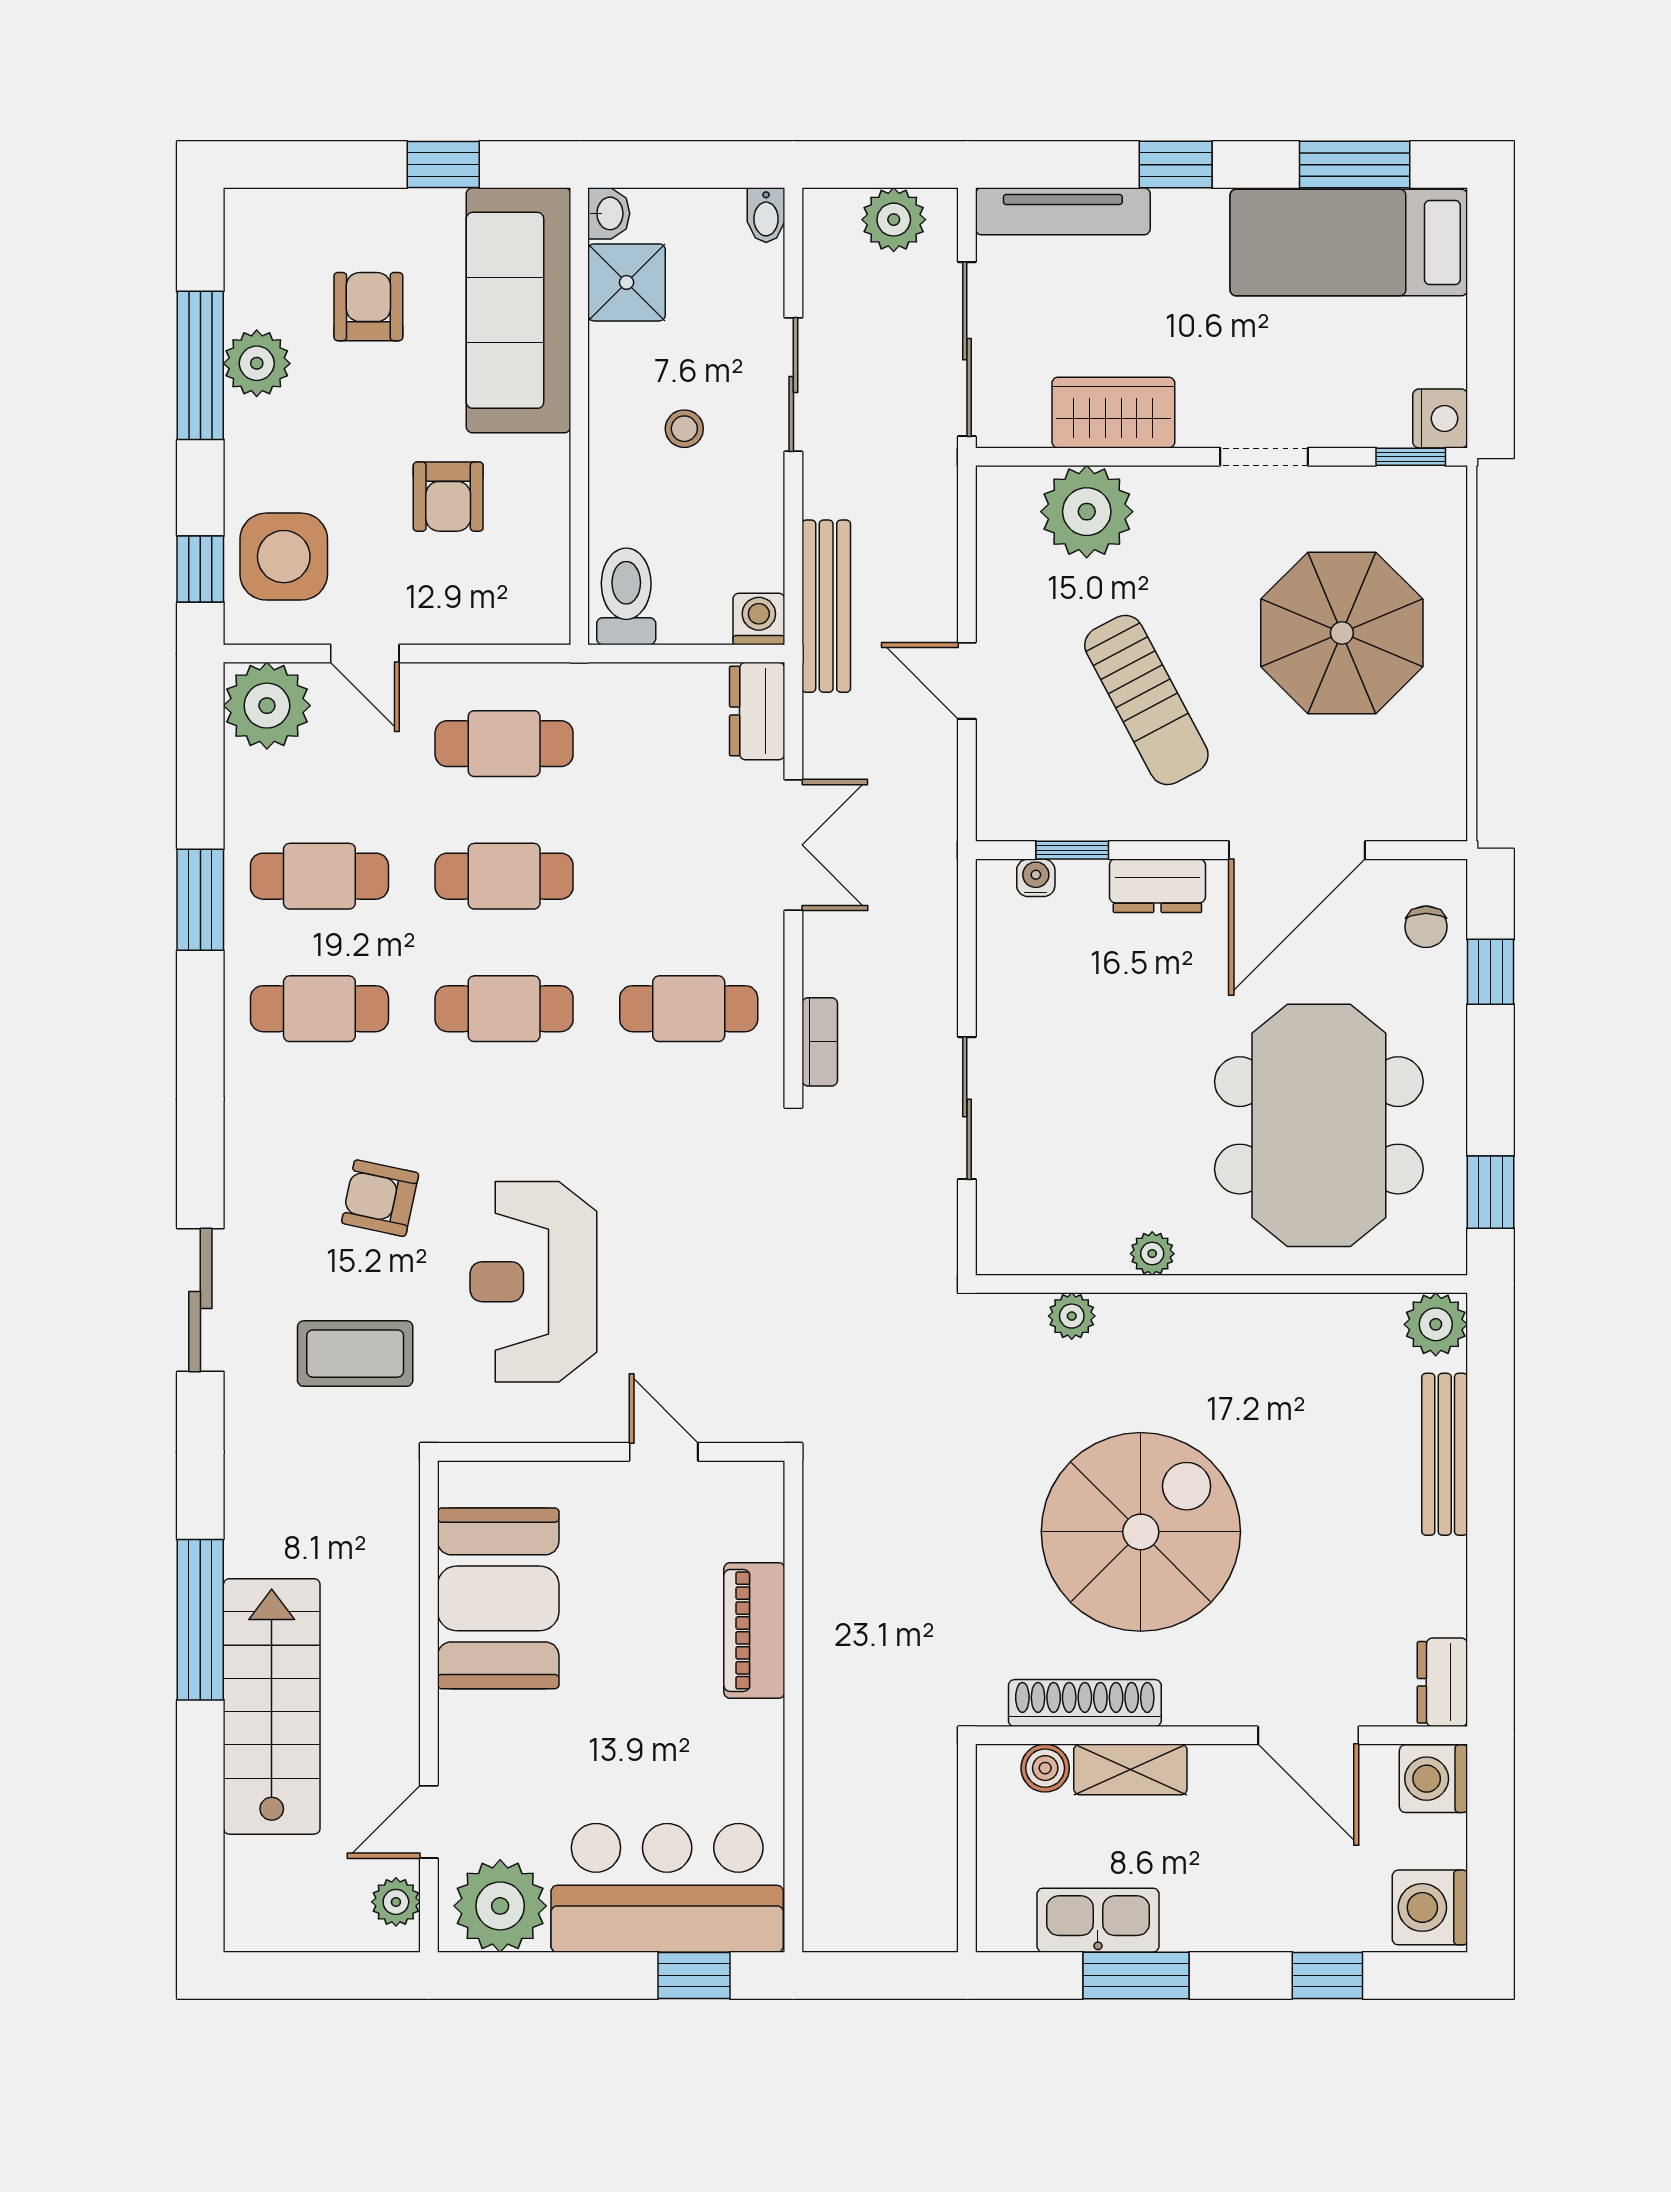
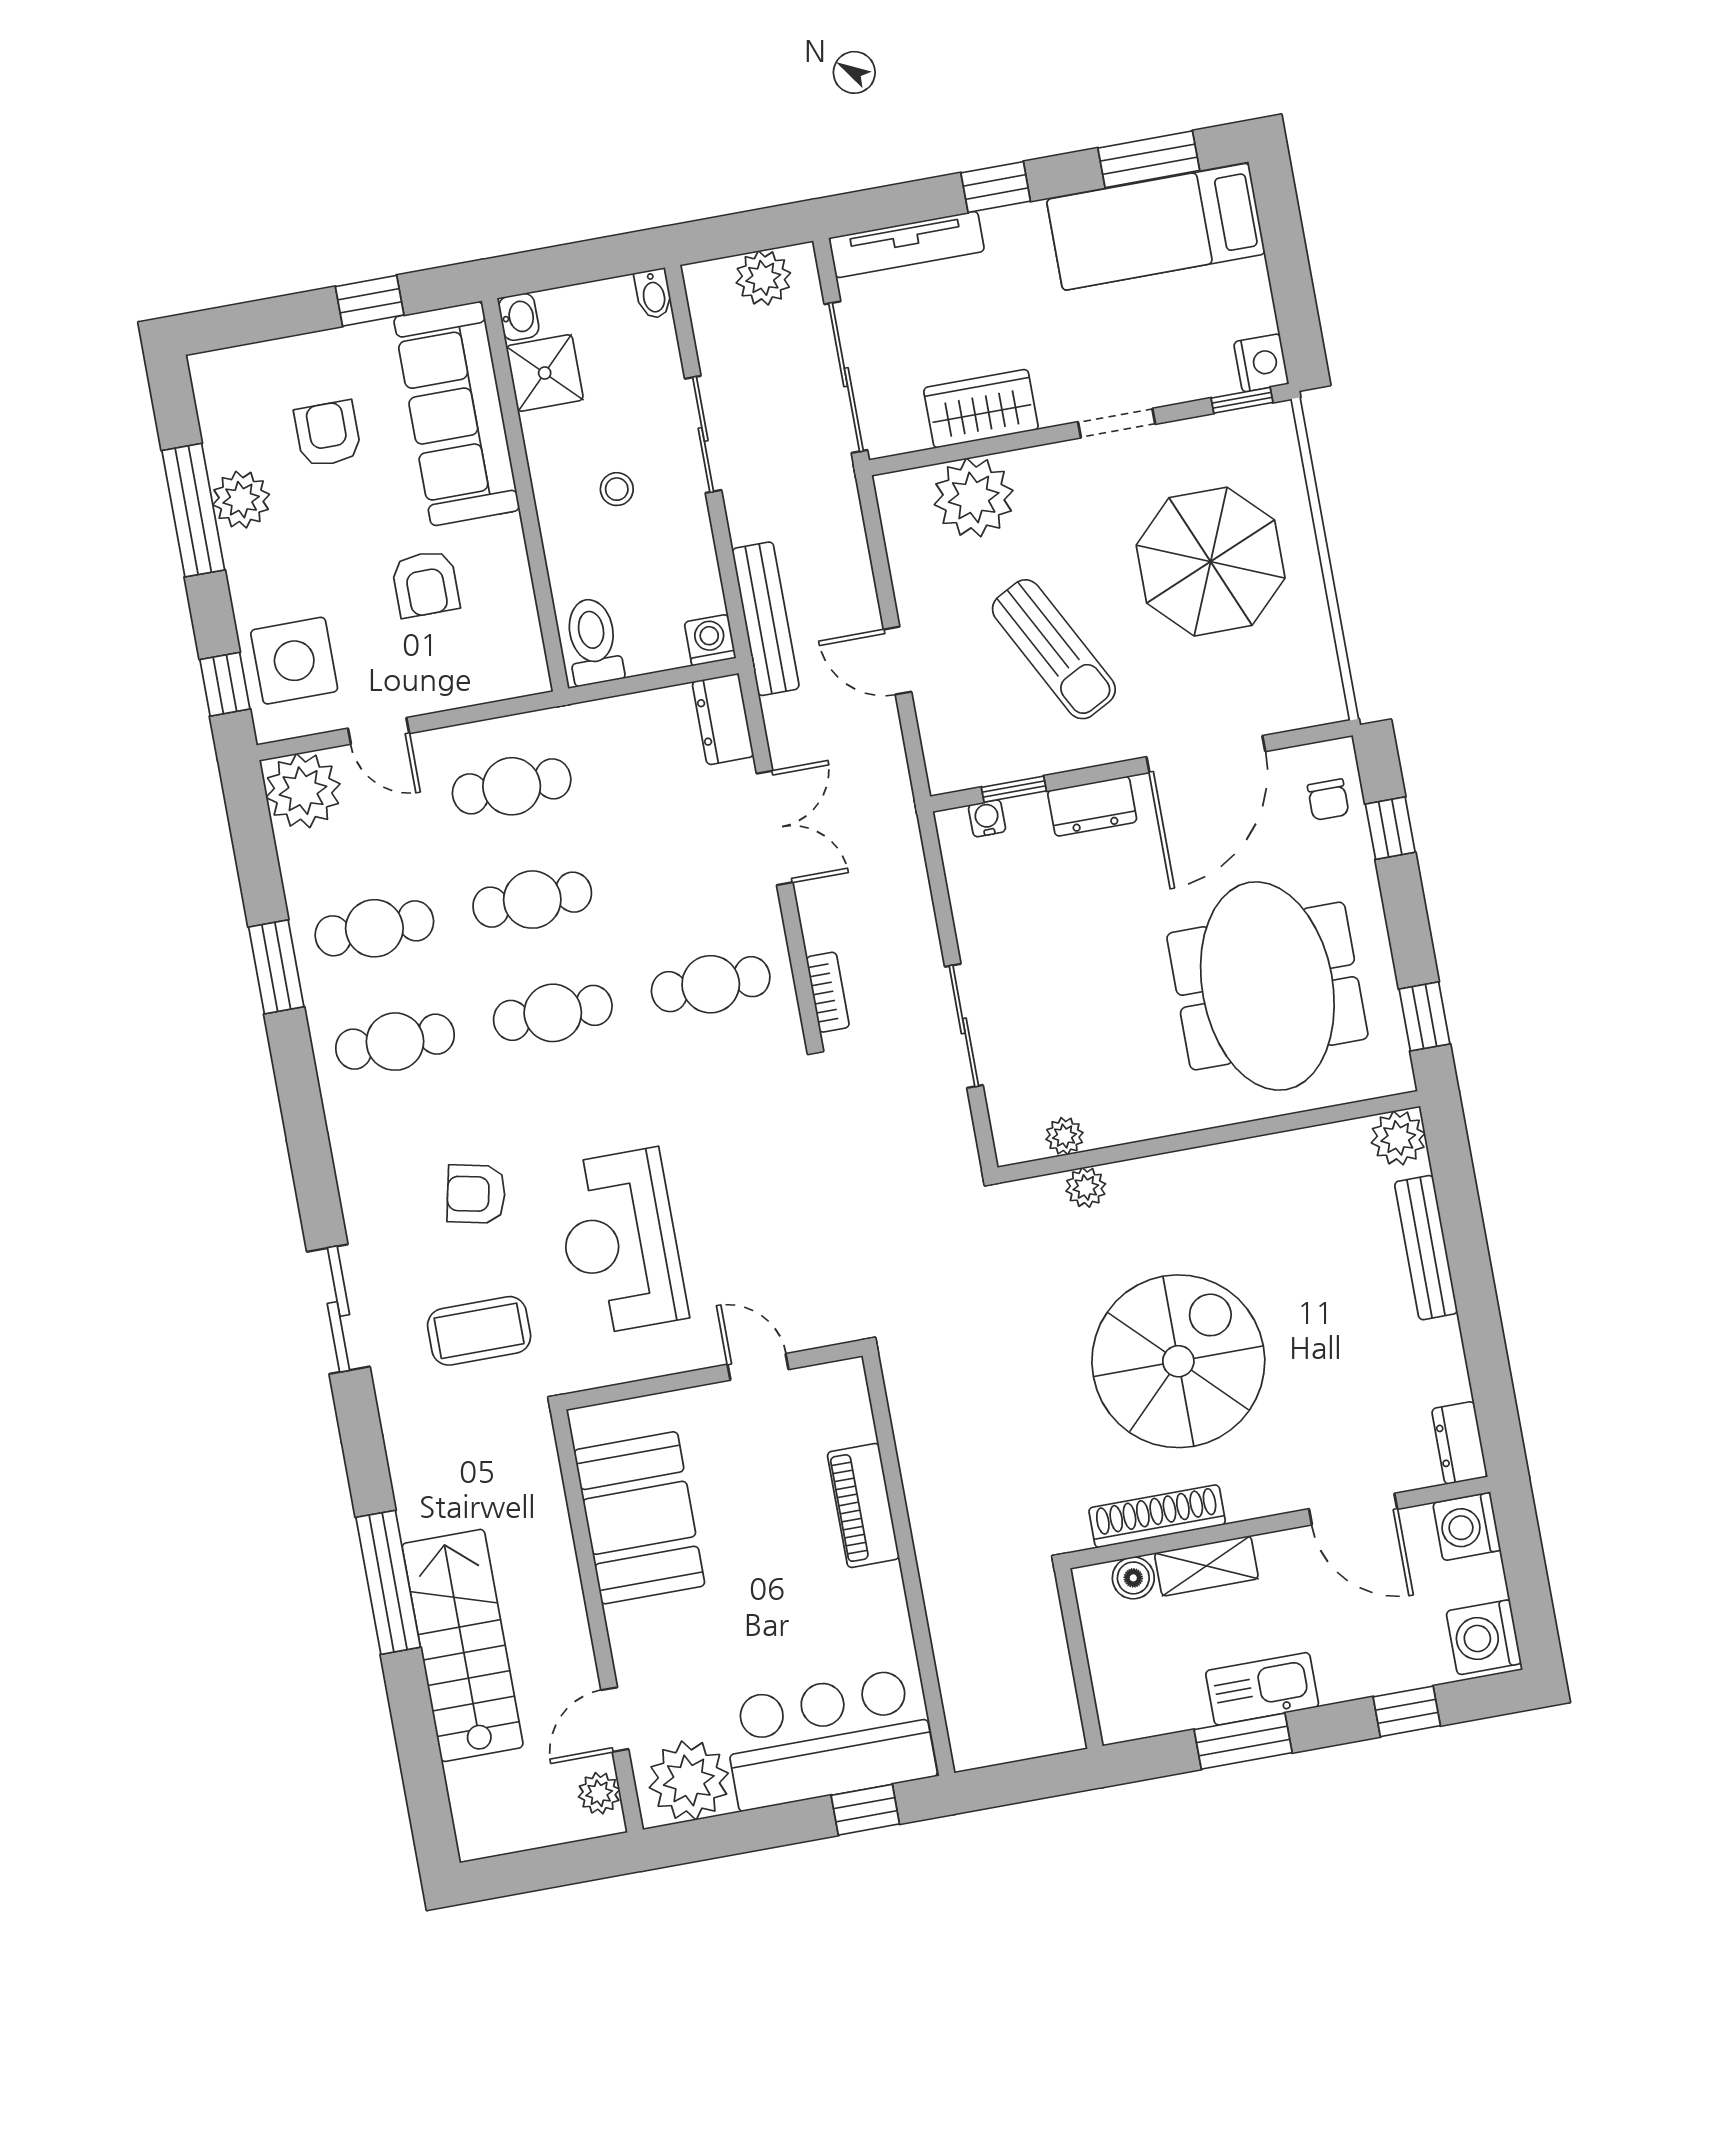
plant: (1152, 1254) -> (1065, 1136), moved
kitchen sink: (1098, 1920) -> (1262, 1689), moved

